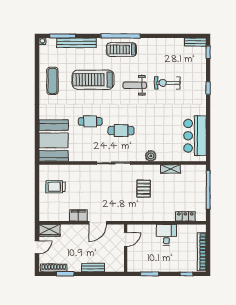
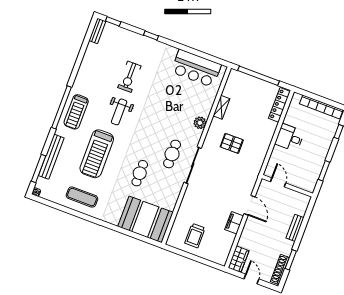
cafe table: (121, 131) -> (172, 154), moved
locker: (185, 216) -> (279, 105), width x1.53

